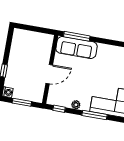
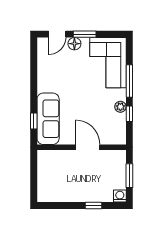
window: (77, 36) -> (34, 121), width x0.46
window: (59, 109) -> (129, 114), moved

